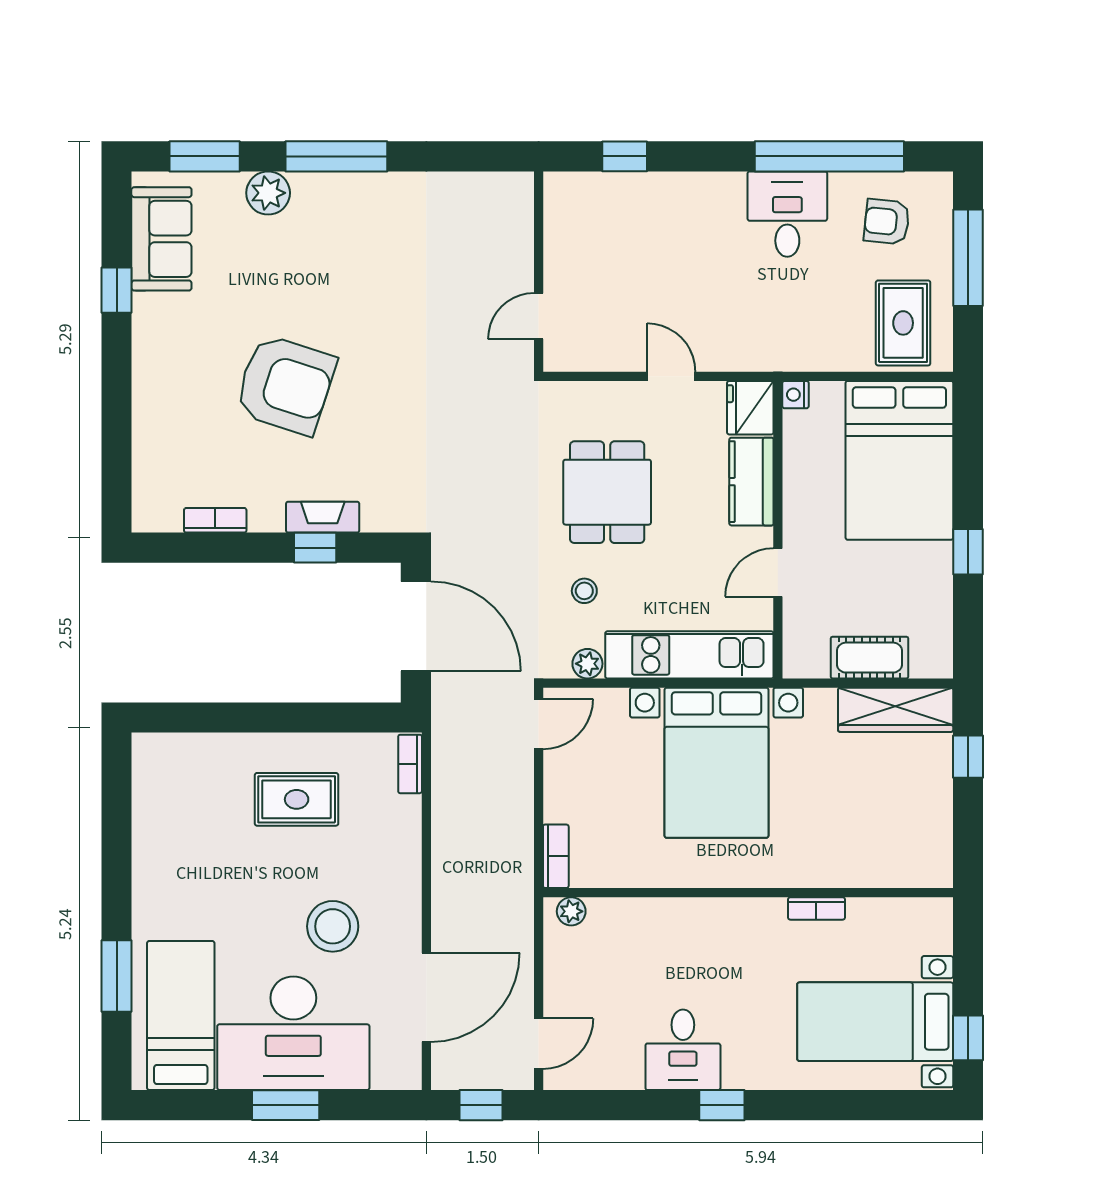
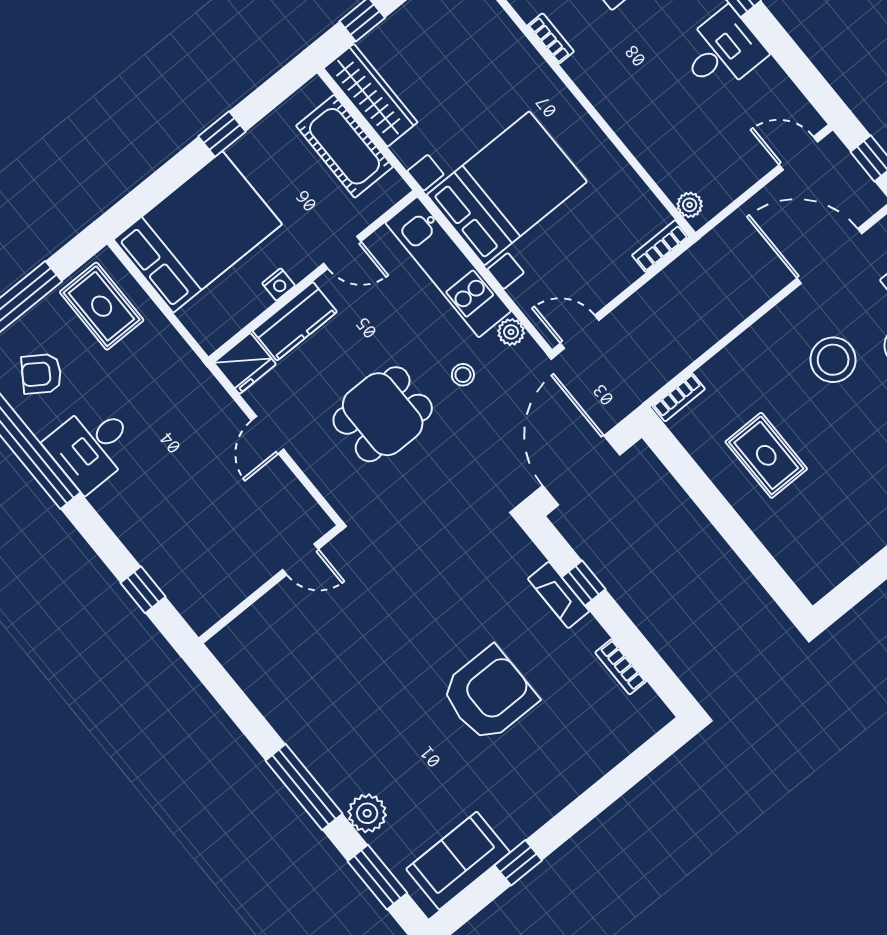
armchair: (887, 222) -> (41, 374), turned 118
rug: (903, 323) -> (102, 306), turned 90
armchair: (285, 385) -> (489, 694), turned 72
nightstand: (796, 395) -> (279, 284), moved
cot: (870, 658) -> (345, 146), width x1.37, depth x1.34

